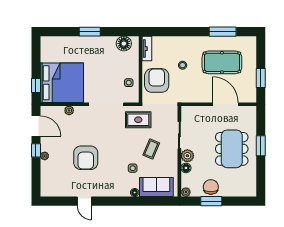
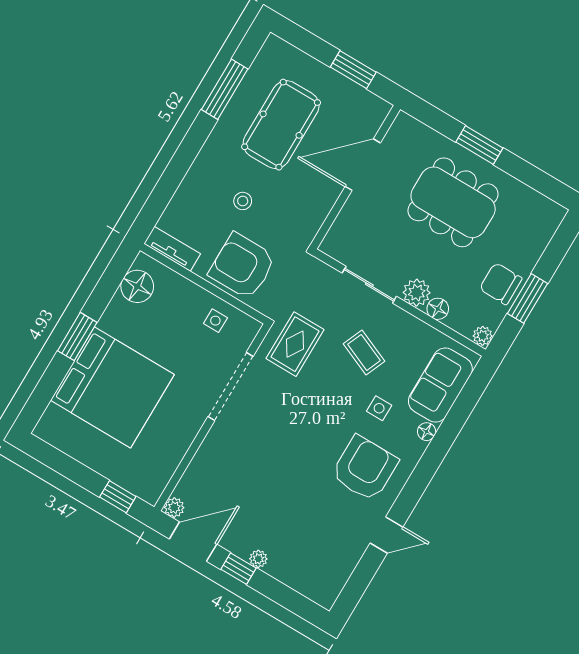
bed: (62, 83) -> (112, 387), moved, turned 90
plant: (69, 110) -> (174, 507), moved
armchair: (86, 158) -> (365, 468), moved, turned -90

